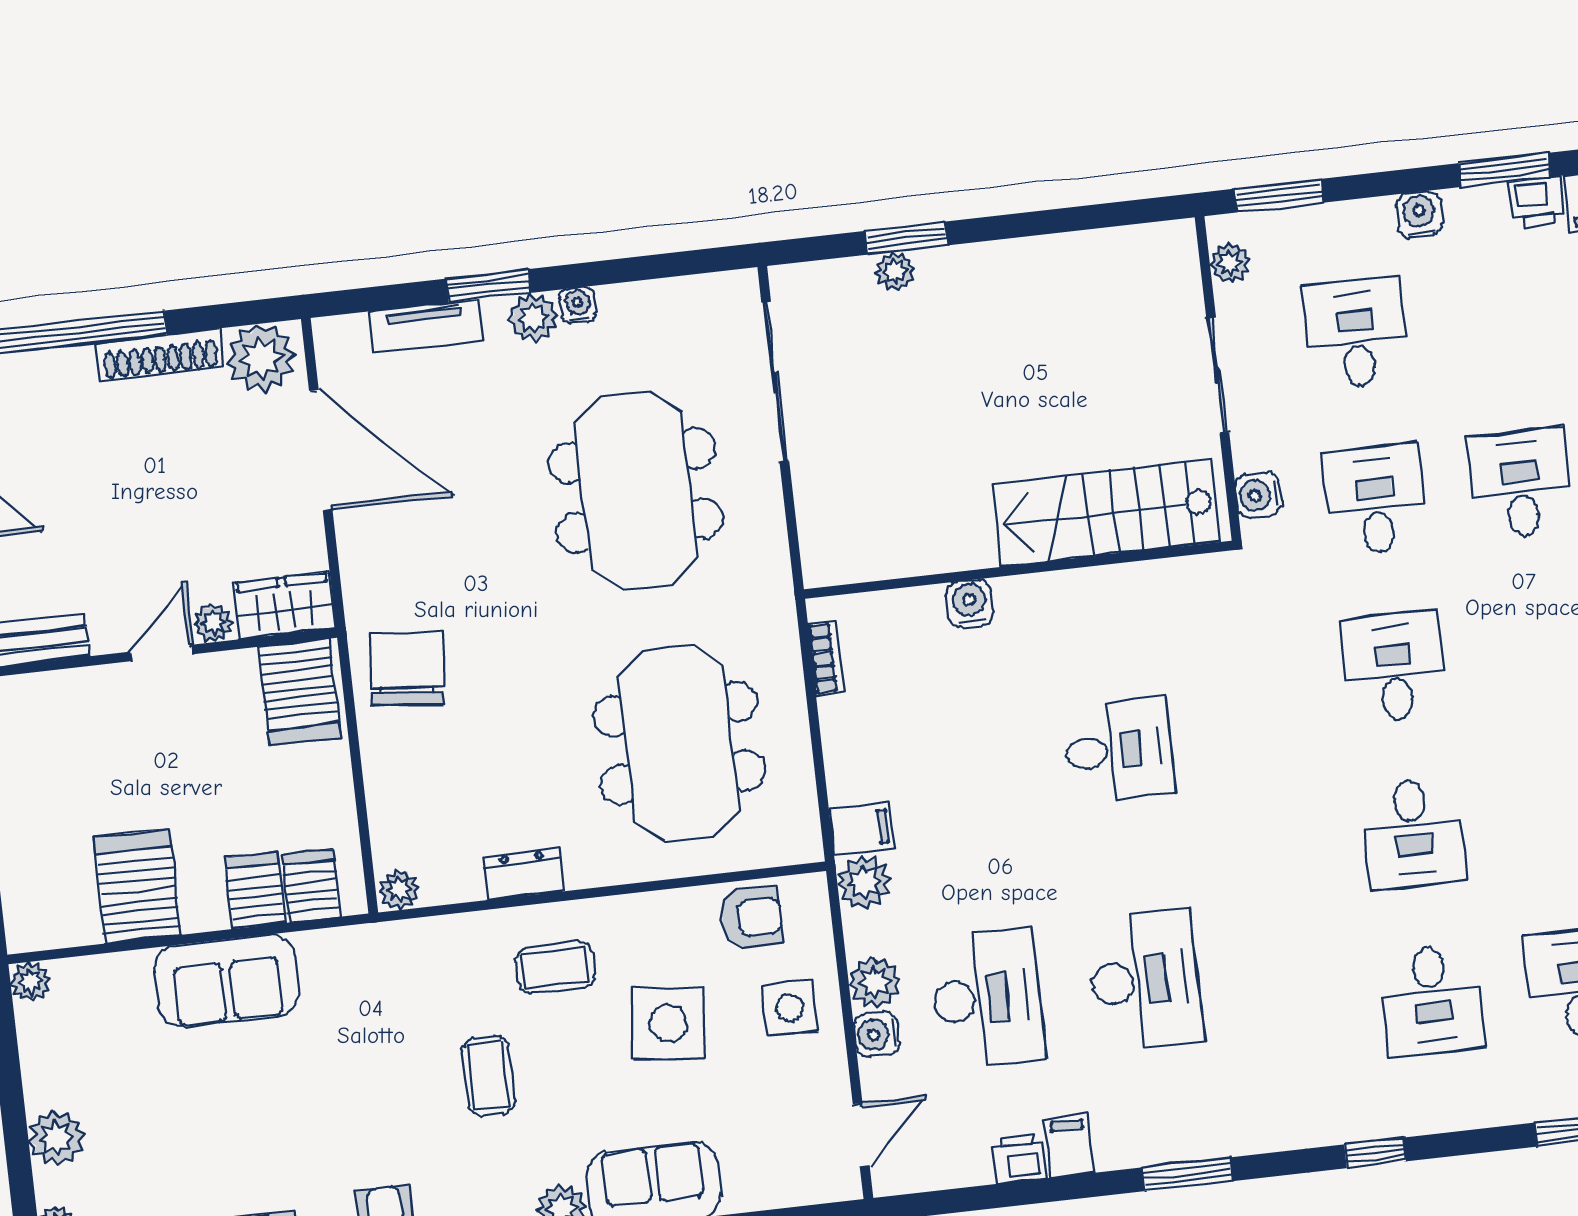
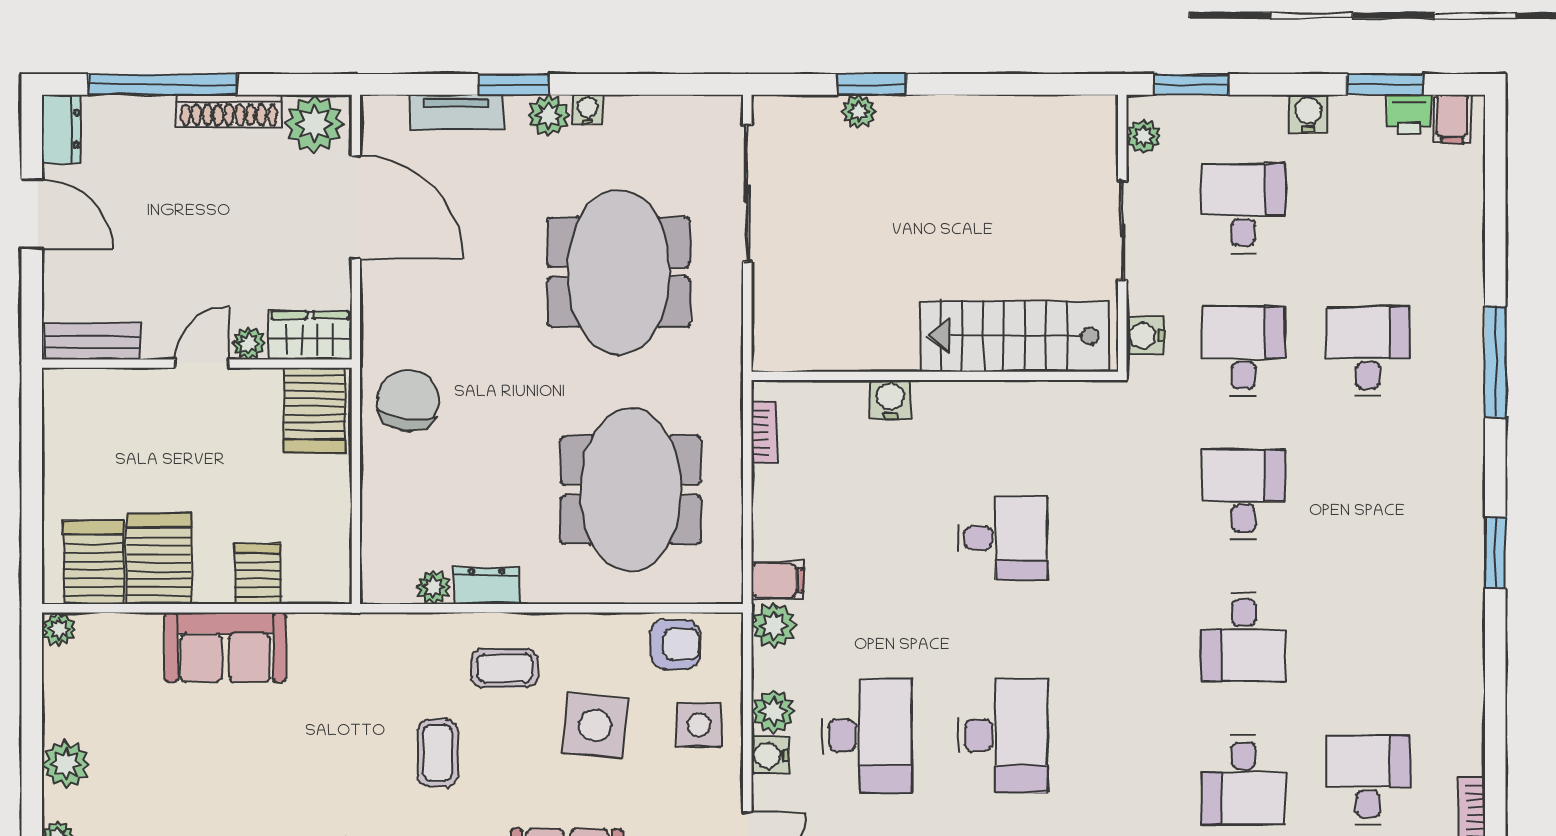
server rack: (311, 886) -> (93, 562), moved, width x1.36, depth x1.44
plant: (399, 890) -> (433, 587), moved

